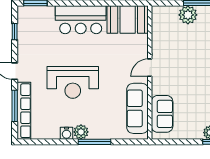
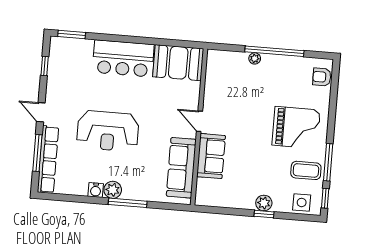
plant: (188, 15) -> (255, 58), width x0.53, depth x0.53
door: (150, 68) -> (199, 121), hinge flipped
sofa: (162, 114) -> (211, 156), moved

